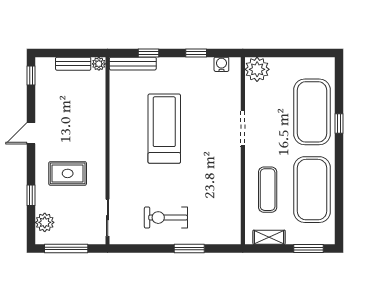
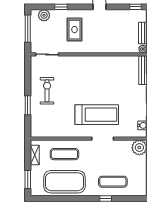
exercise mat: (312, 112) -> (113, 182), width x0.50, depth x0.69
treadmill: (164, 129) -> (97, 115), moved

